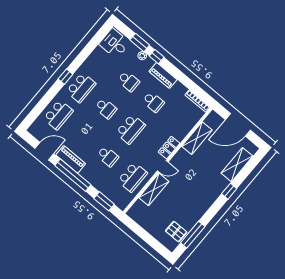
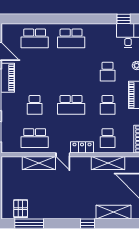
window: (65, 77) -> (124, 19), moved
school desk: (106, 108) -> (108, 138), moved

